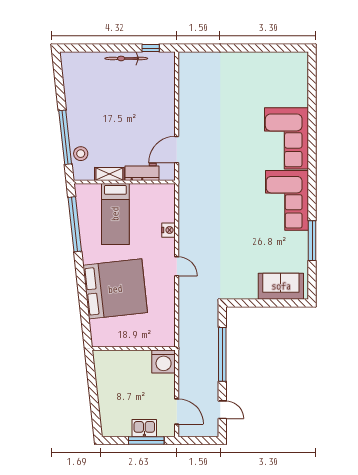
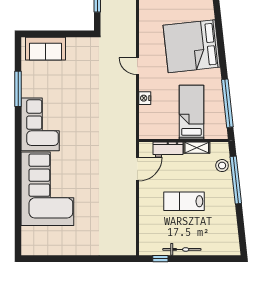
lab bench: (124, 113) -> (184, 201), added
corner sofa: (286, 138) -> (47, 189), width x1.36, depth x1.36

